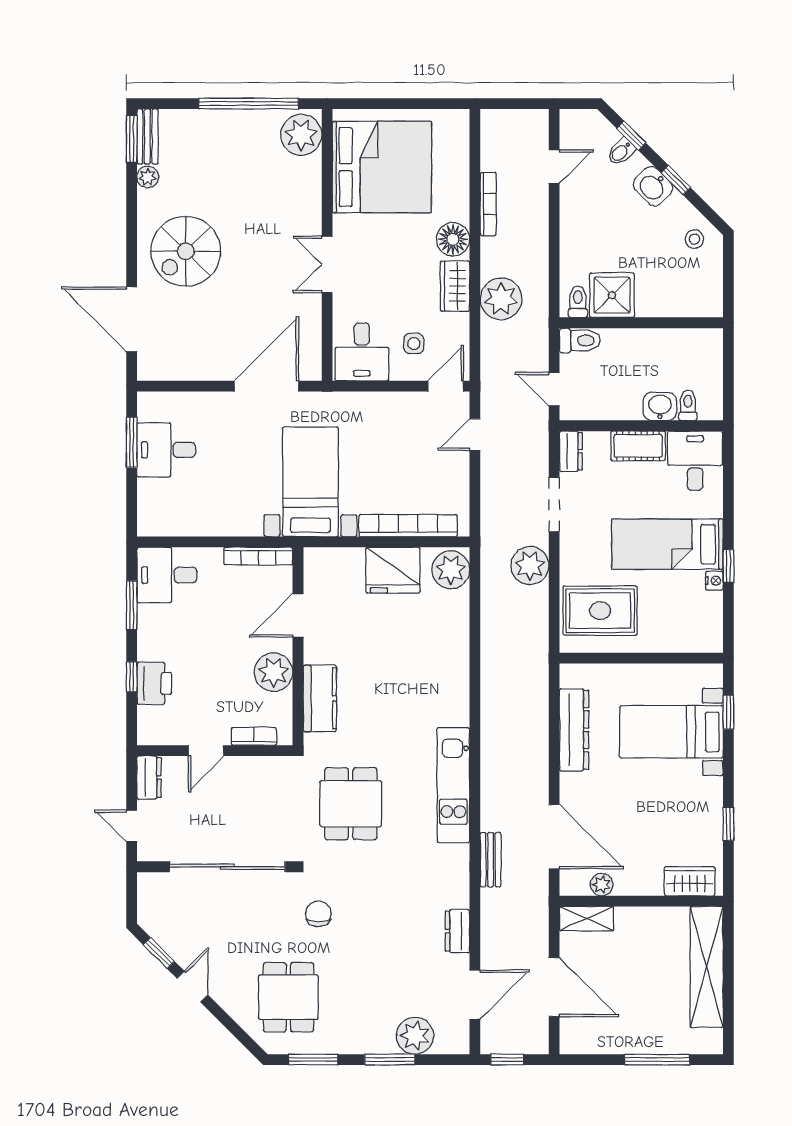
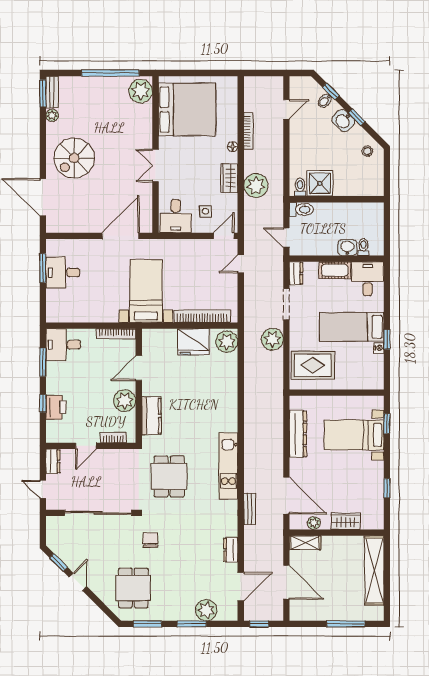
floor lamp: (453, 239) -> (233, 147), width x0.53, depth x0.53
wardrobe: (690, 881) -> (346, 521), moved

